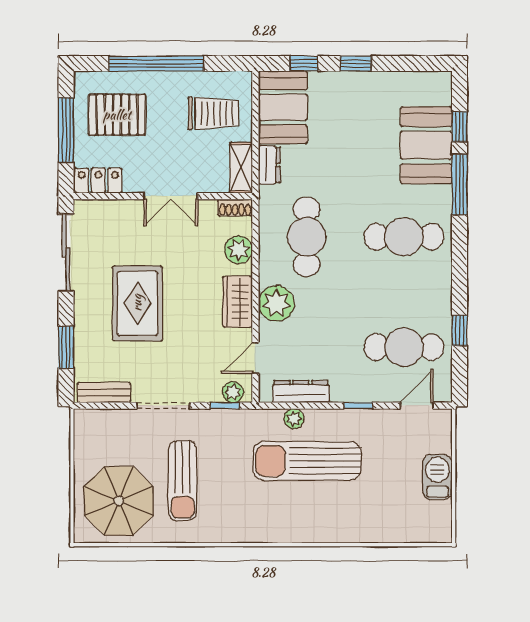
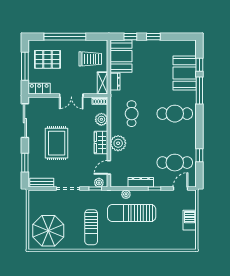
cafe table: (307, 237) -> (132, 114), width x0.73, depth x0.74
dresser: (301, 392) -> (141, 182), moved
sun lounger: (183, 481) -> (91, 227), moved

